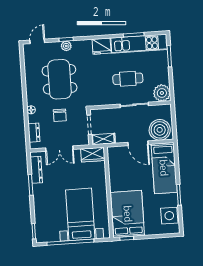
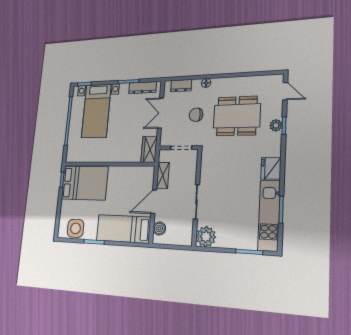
cafe table: (128, 79) -> (228, 197), removed
boiler: (160, 130) -> (159, 228), width x0.54, depth x0.54
shelving: (103, 139) -> (163, 175), moved
bed with nightstands: (80, 214) -> (96, 111), moved, turned 90

